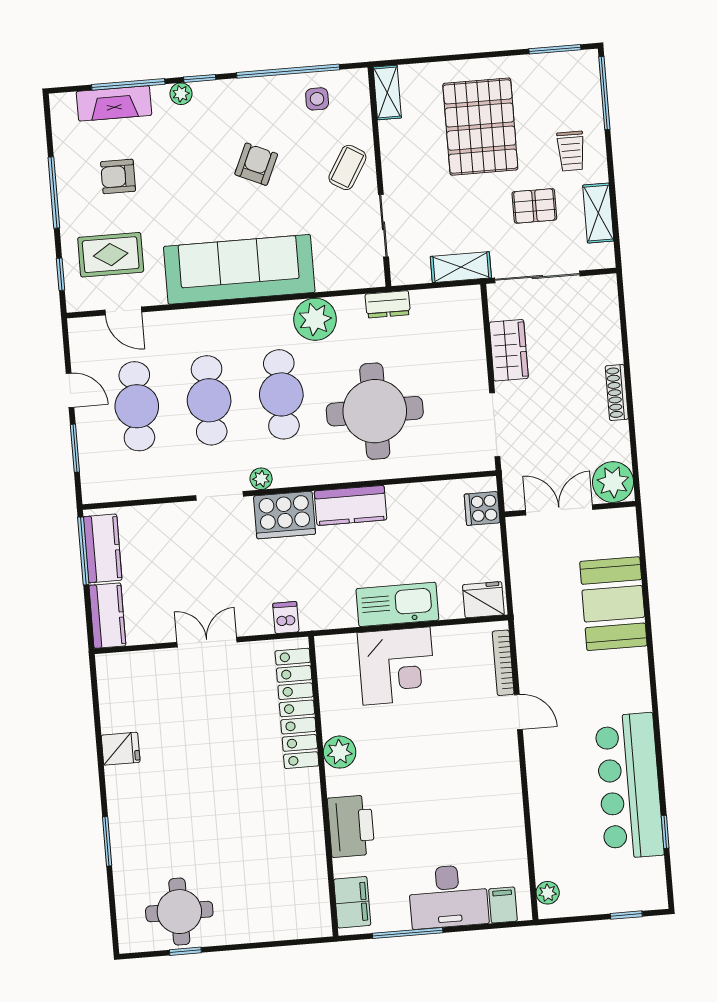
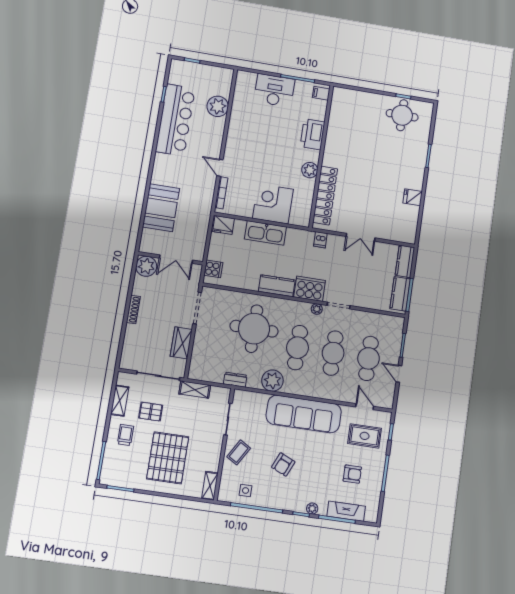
plant: (548, 893) -> (218, 106), moved, width x1.88, depth x1.88
filing cabinet: (352, 902) -> (321, 93), width x0.50
filing cabinet: (503, 905) -> (249, 80), removed

